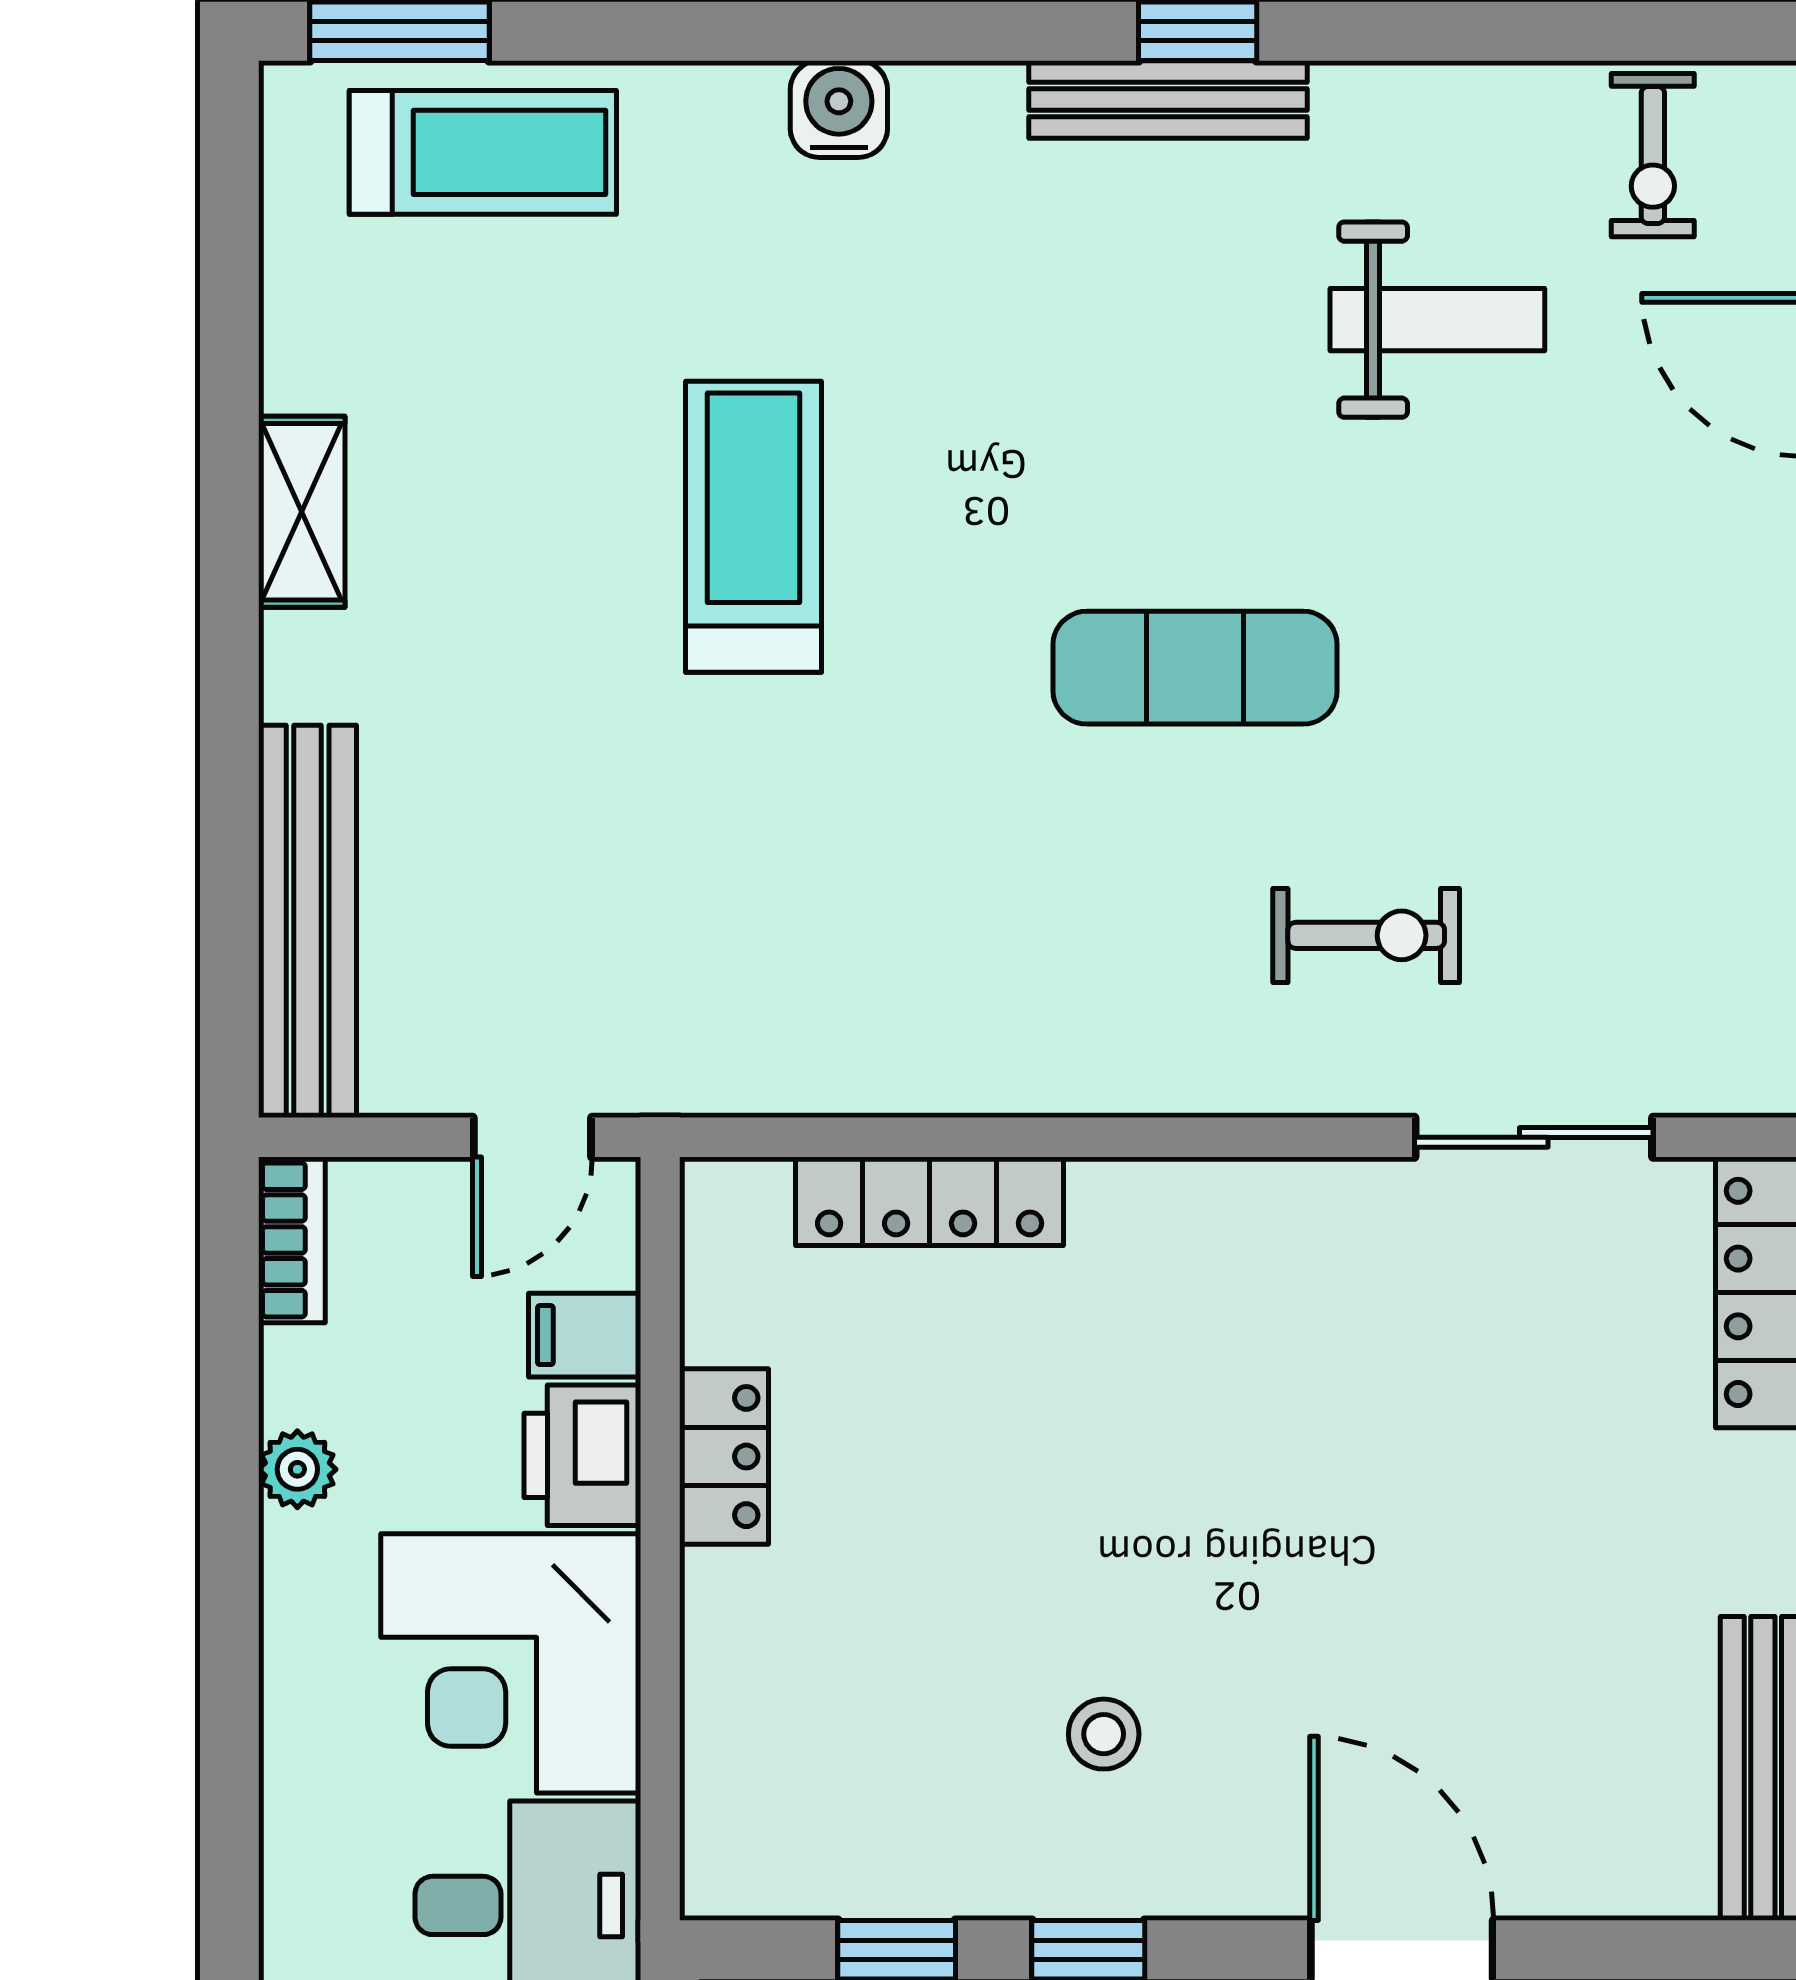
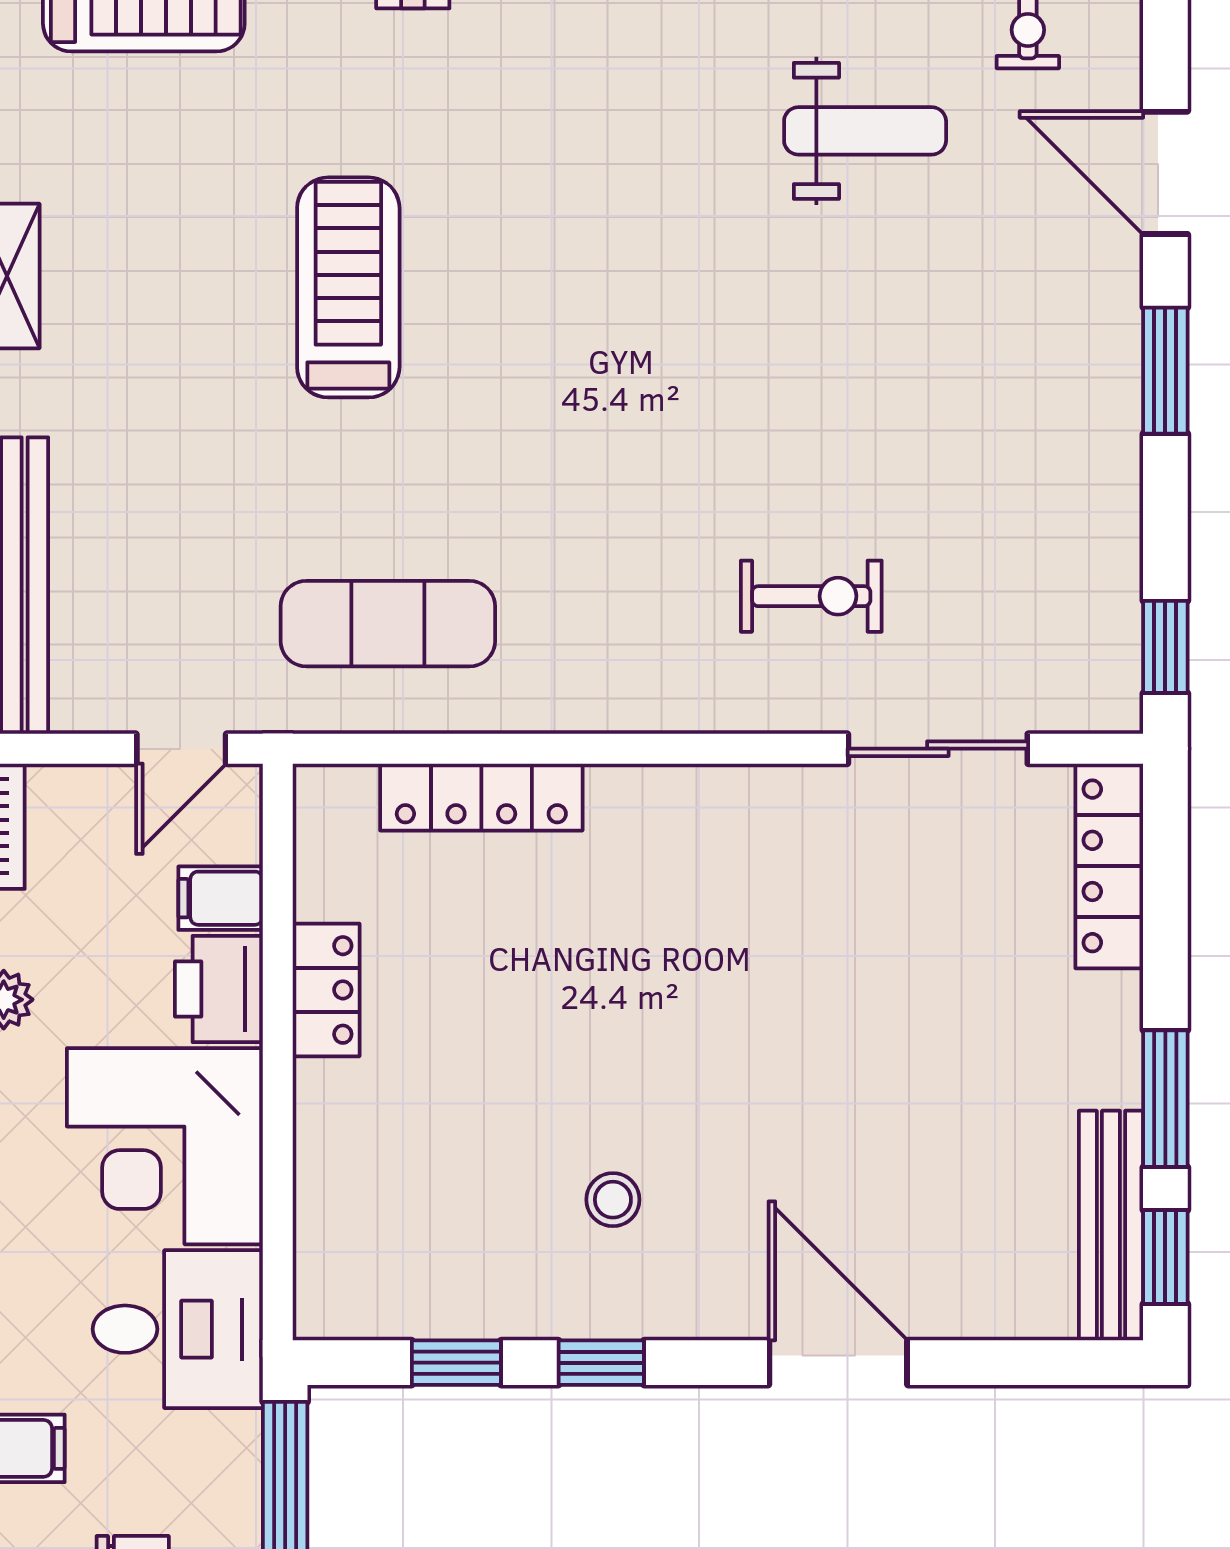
exercise mat: (1195, 668) -> (388, 624), moved

